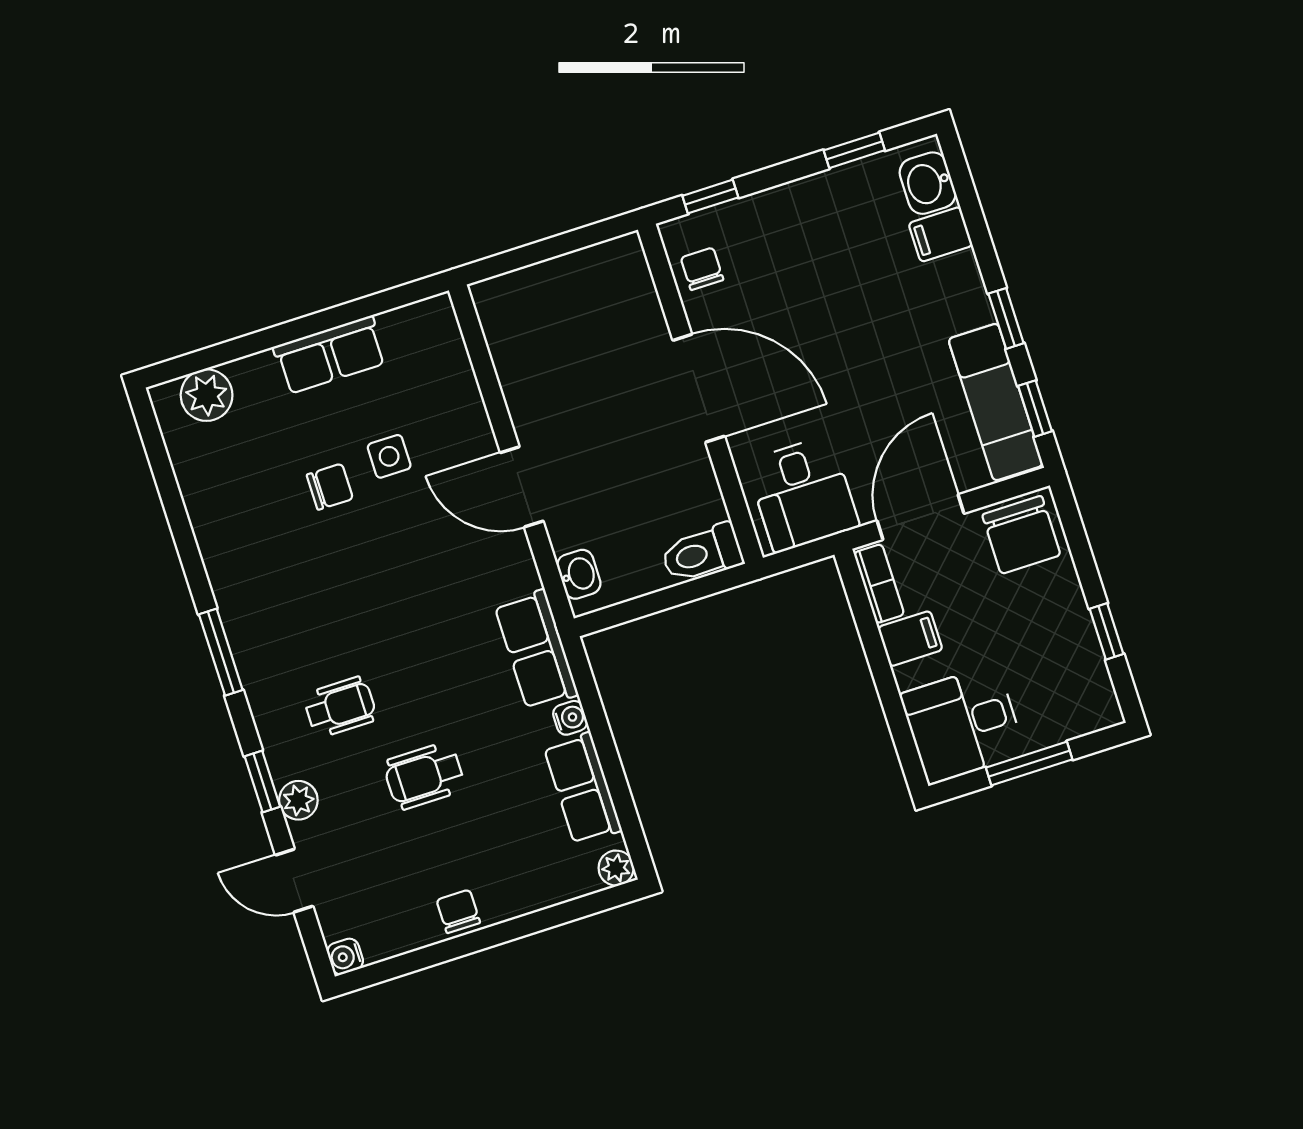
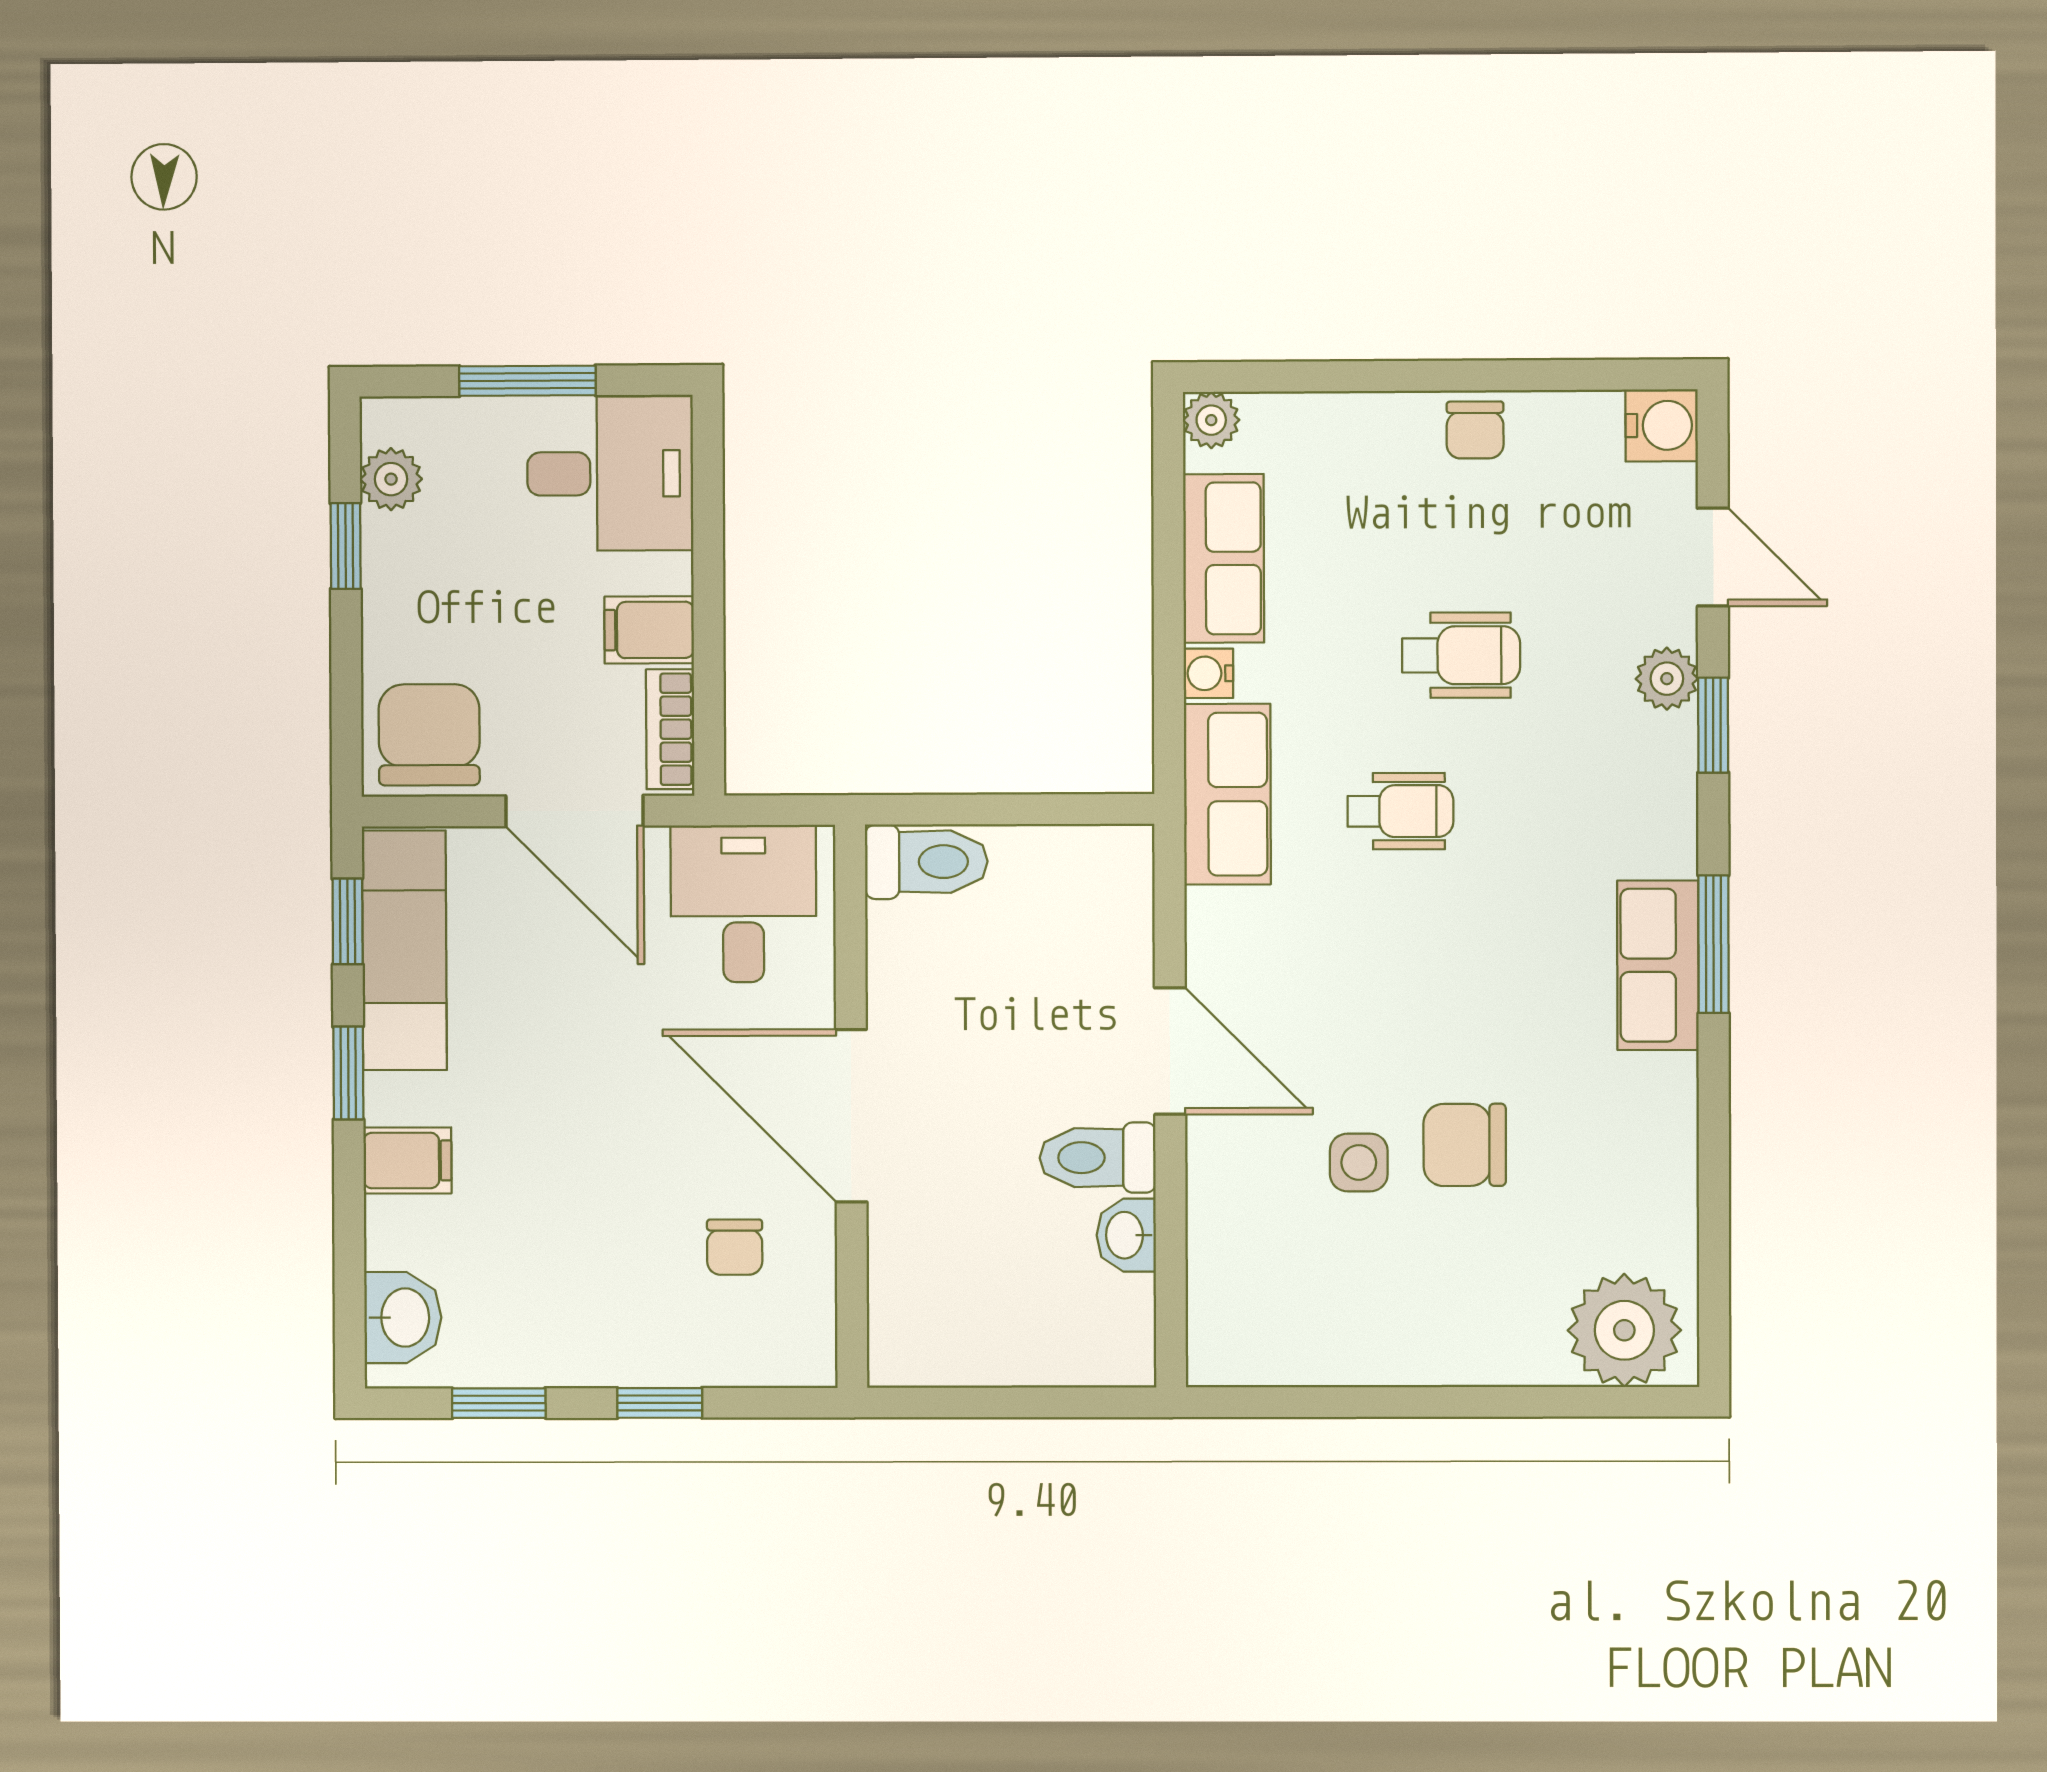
window: (710, 197) -> (660, 1403), moved
filing cabinet: (941, 234) -> (407, 1160), moved
chair: (702, 269) -> (735, 1247), moved
row of seats: (330, 355) -> (1658, 965), moved, turned -90
plant: (207, 395) -> (1624, 1330), width x1.36, depth x1.36
toilet: (545, 410) -> (1098, 1158), added
chair: (330, 487) -> (1465, 1145), width x1.37, depth x1.37
door: (921, 517) -> (574, 811), hinge flipped
washbasin: (579, 574) -> (1126, 1235), moved
plant: (1092, 680) -> (391, 479), added
wheelchair: (340, 707) -> (1400, 811), moved, turned 180
water cooler: (345, 957) -> (1662, 425), width x1.38, depth x1.38

